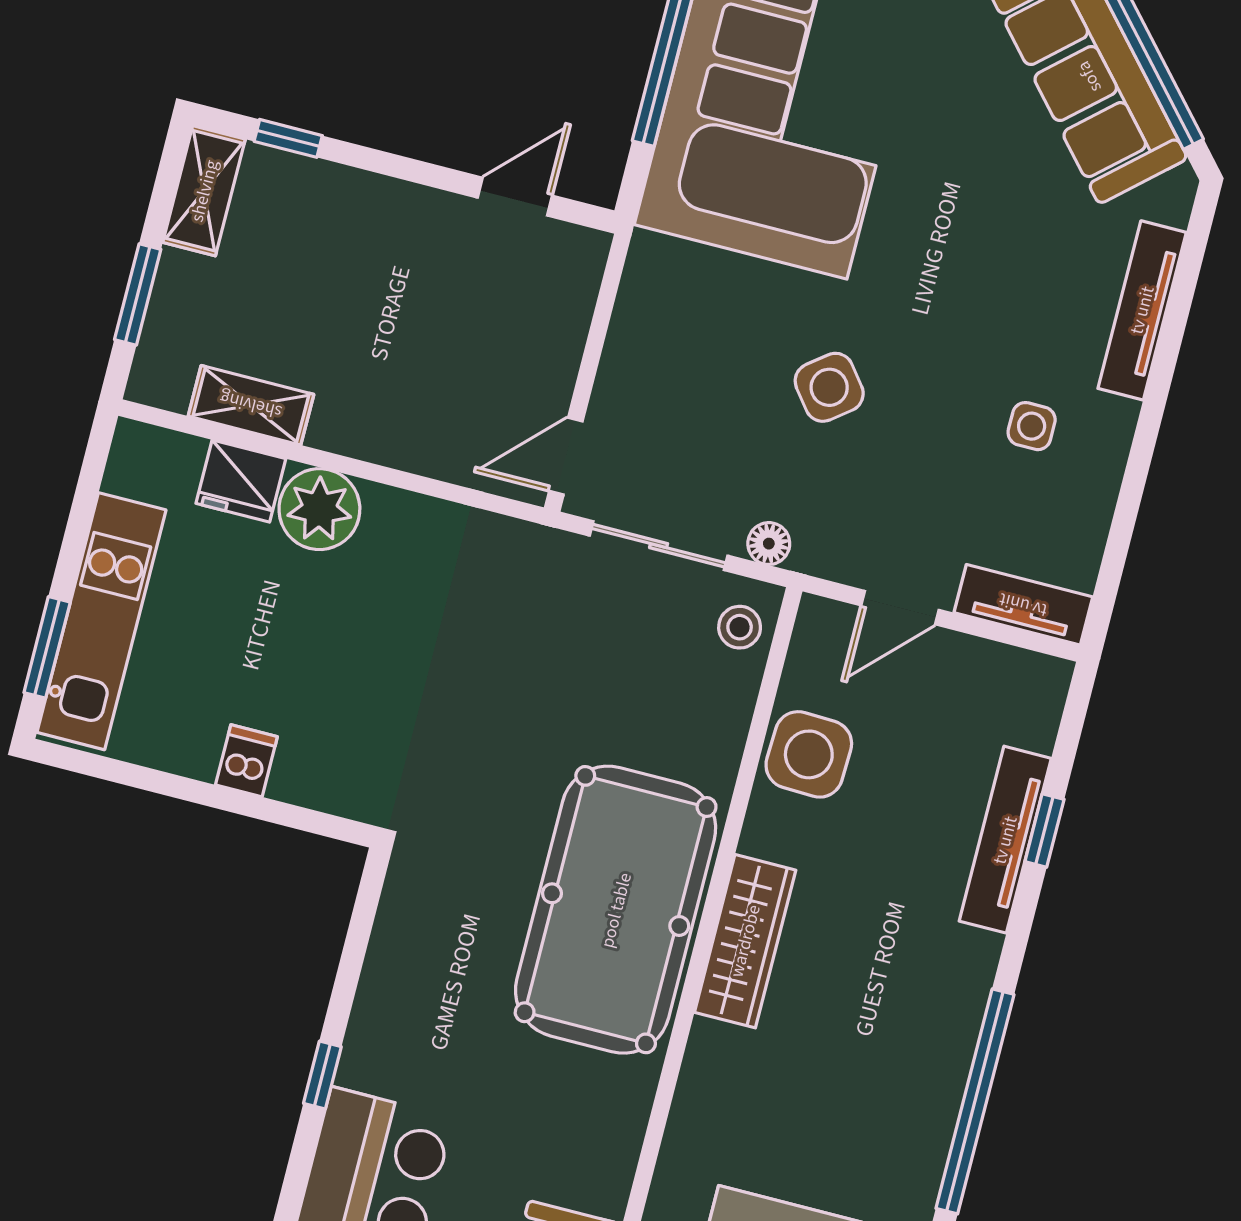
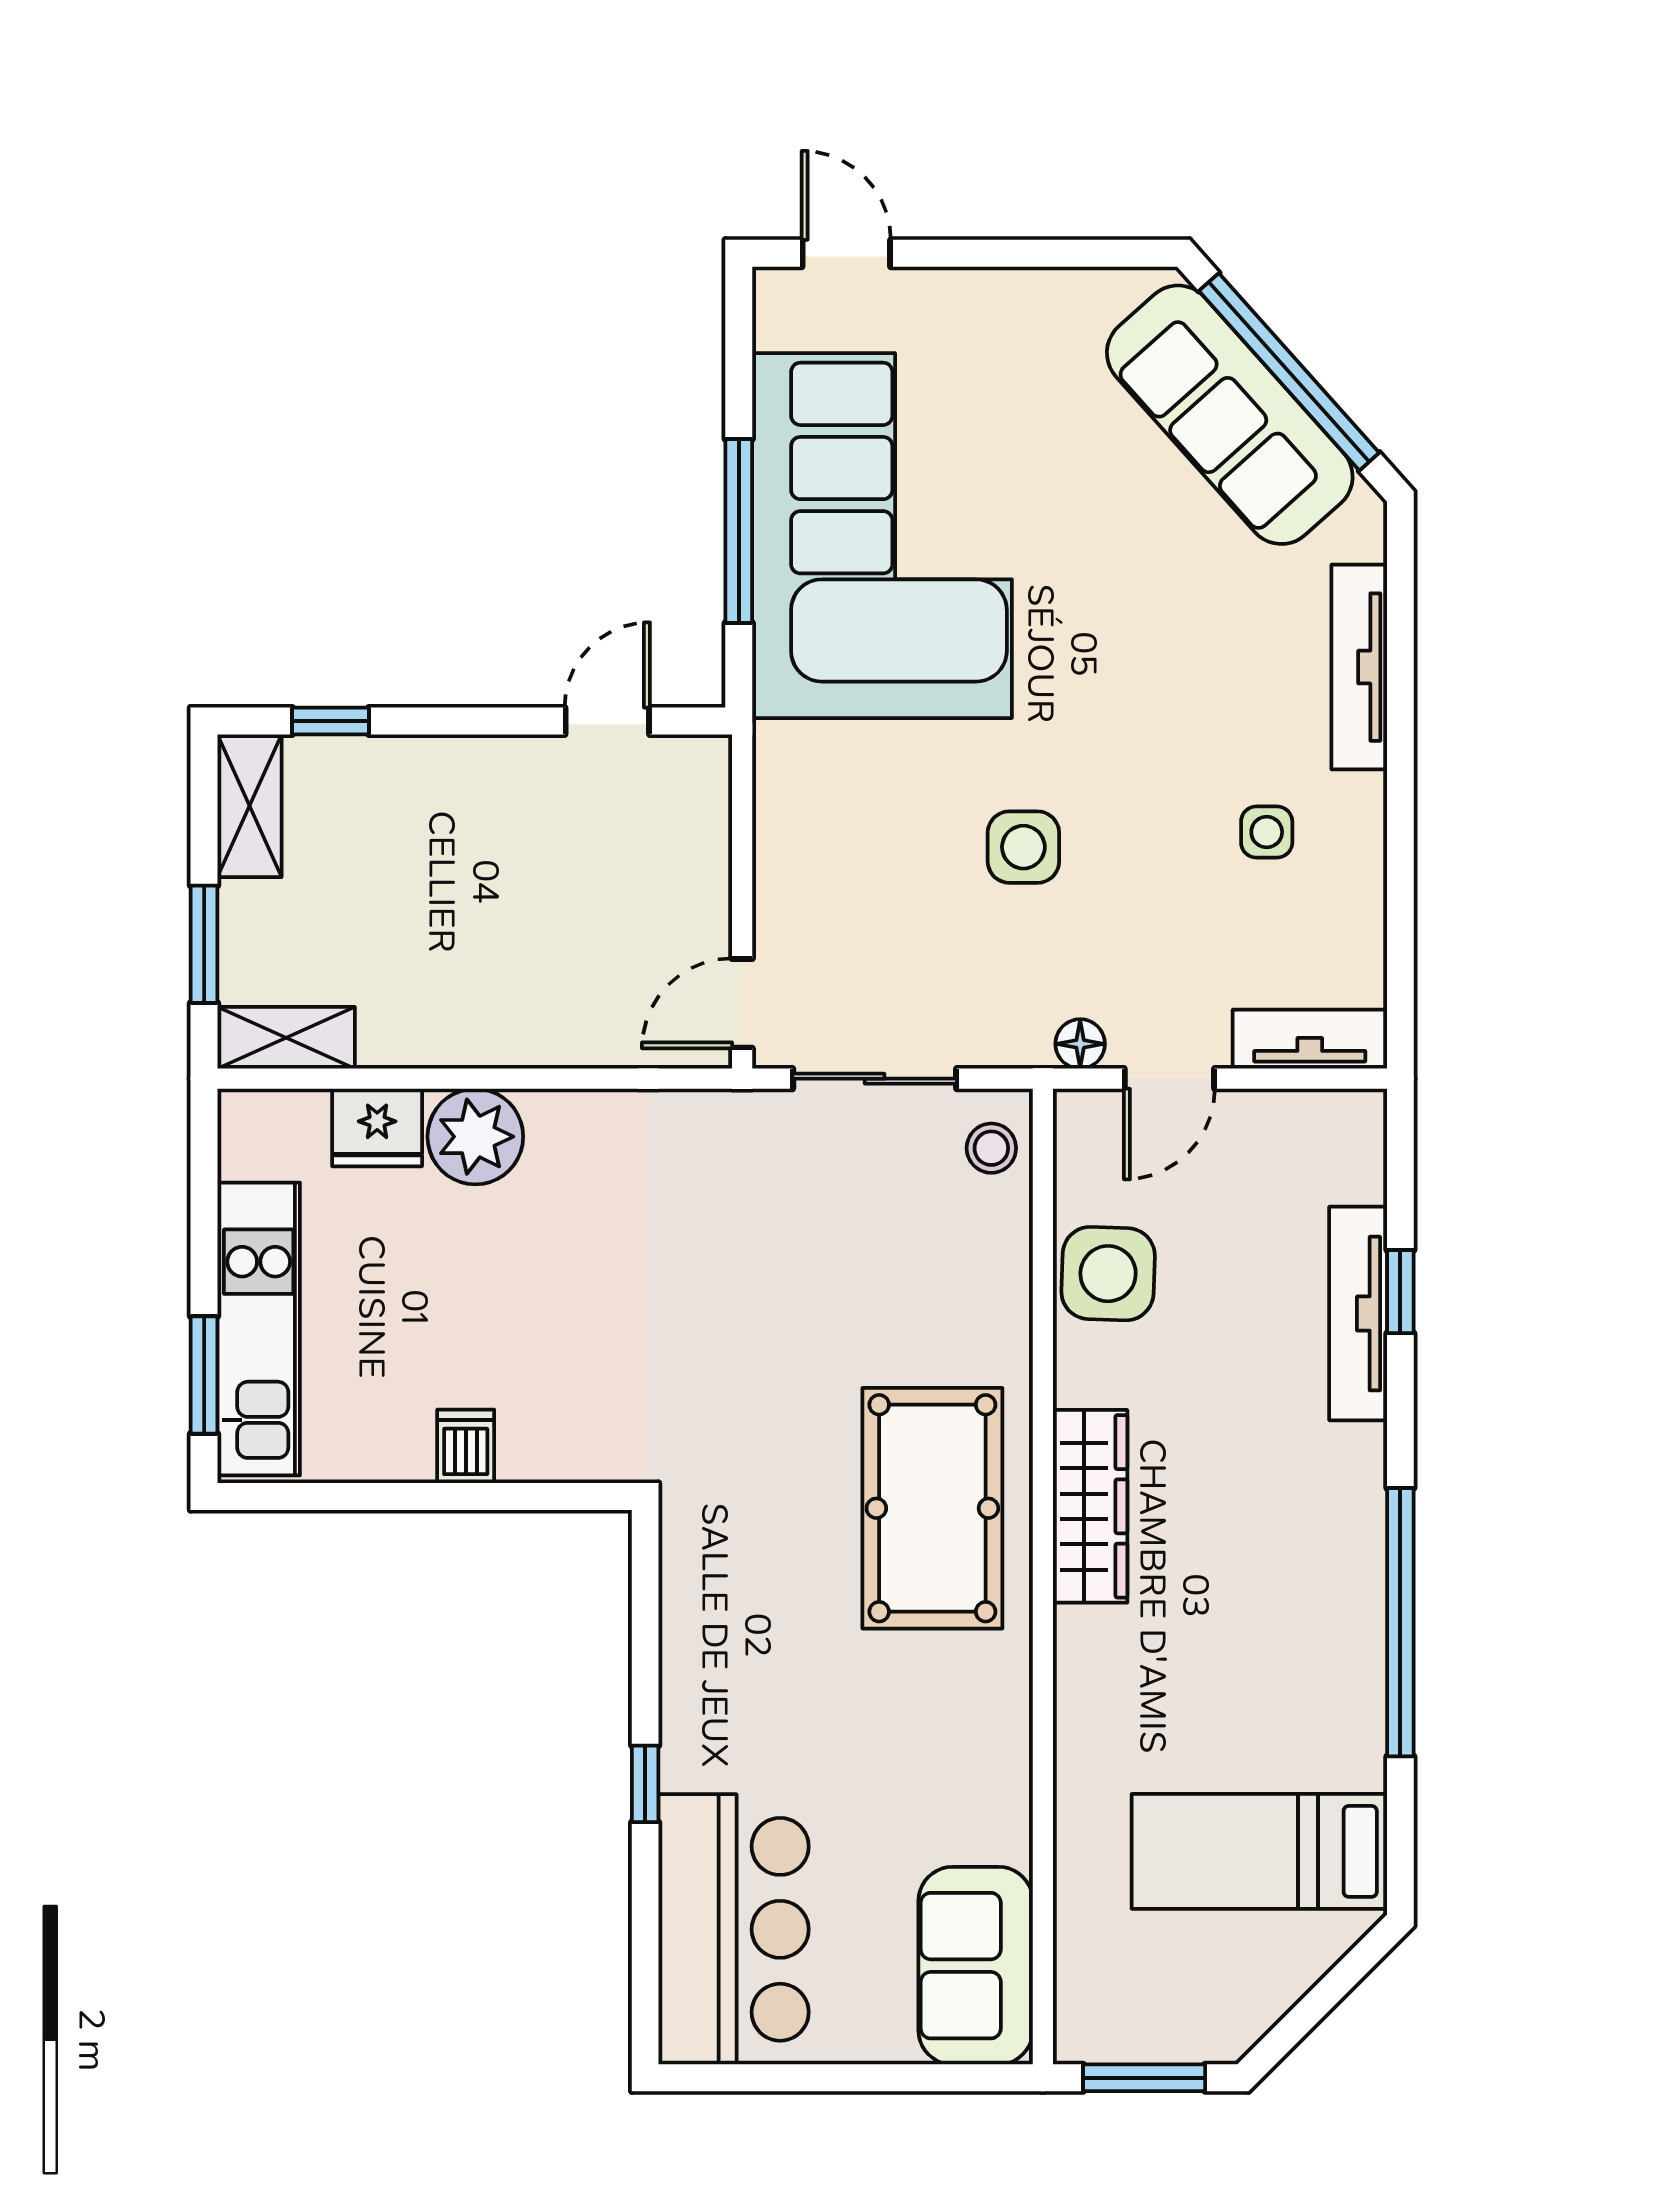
side table: (829, 387) -> (1023, 847), turned 38
shelving: (251, 405) -> (286, 1038), moved
floor lamp: (769, 544) -> (1080, 1044), moved
pool table: (616, 910) -> (932, 1508), width x0.73, depth x0.76

